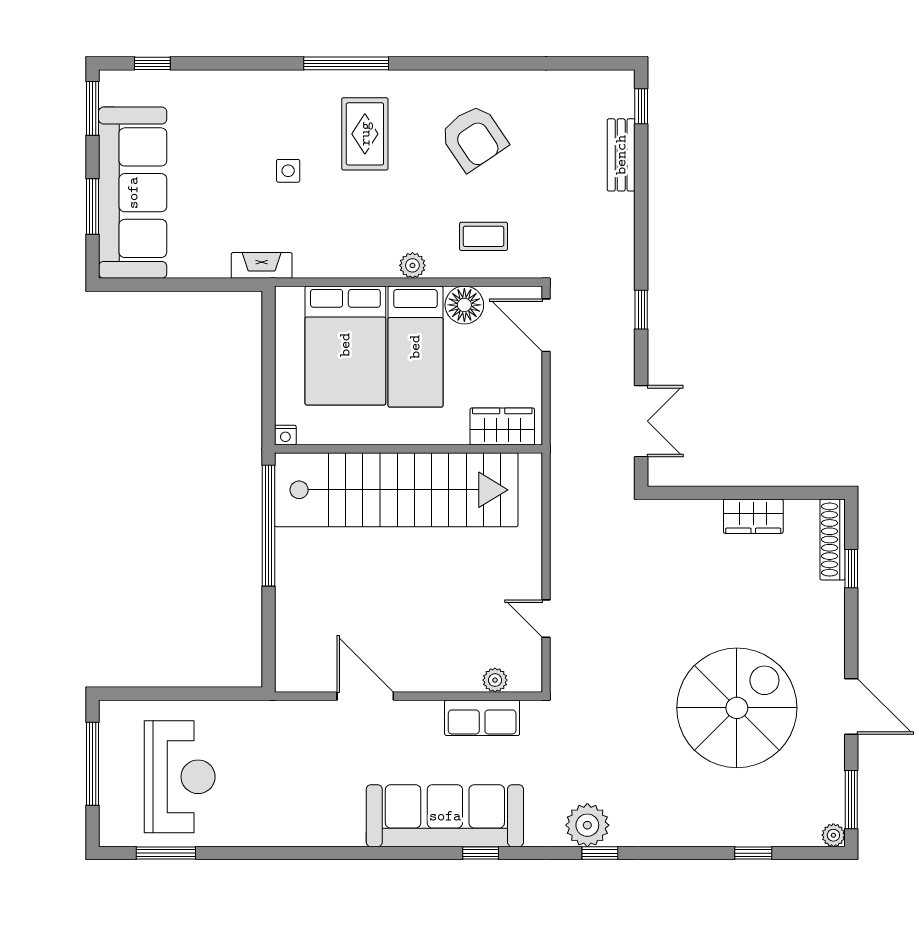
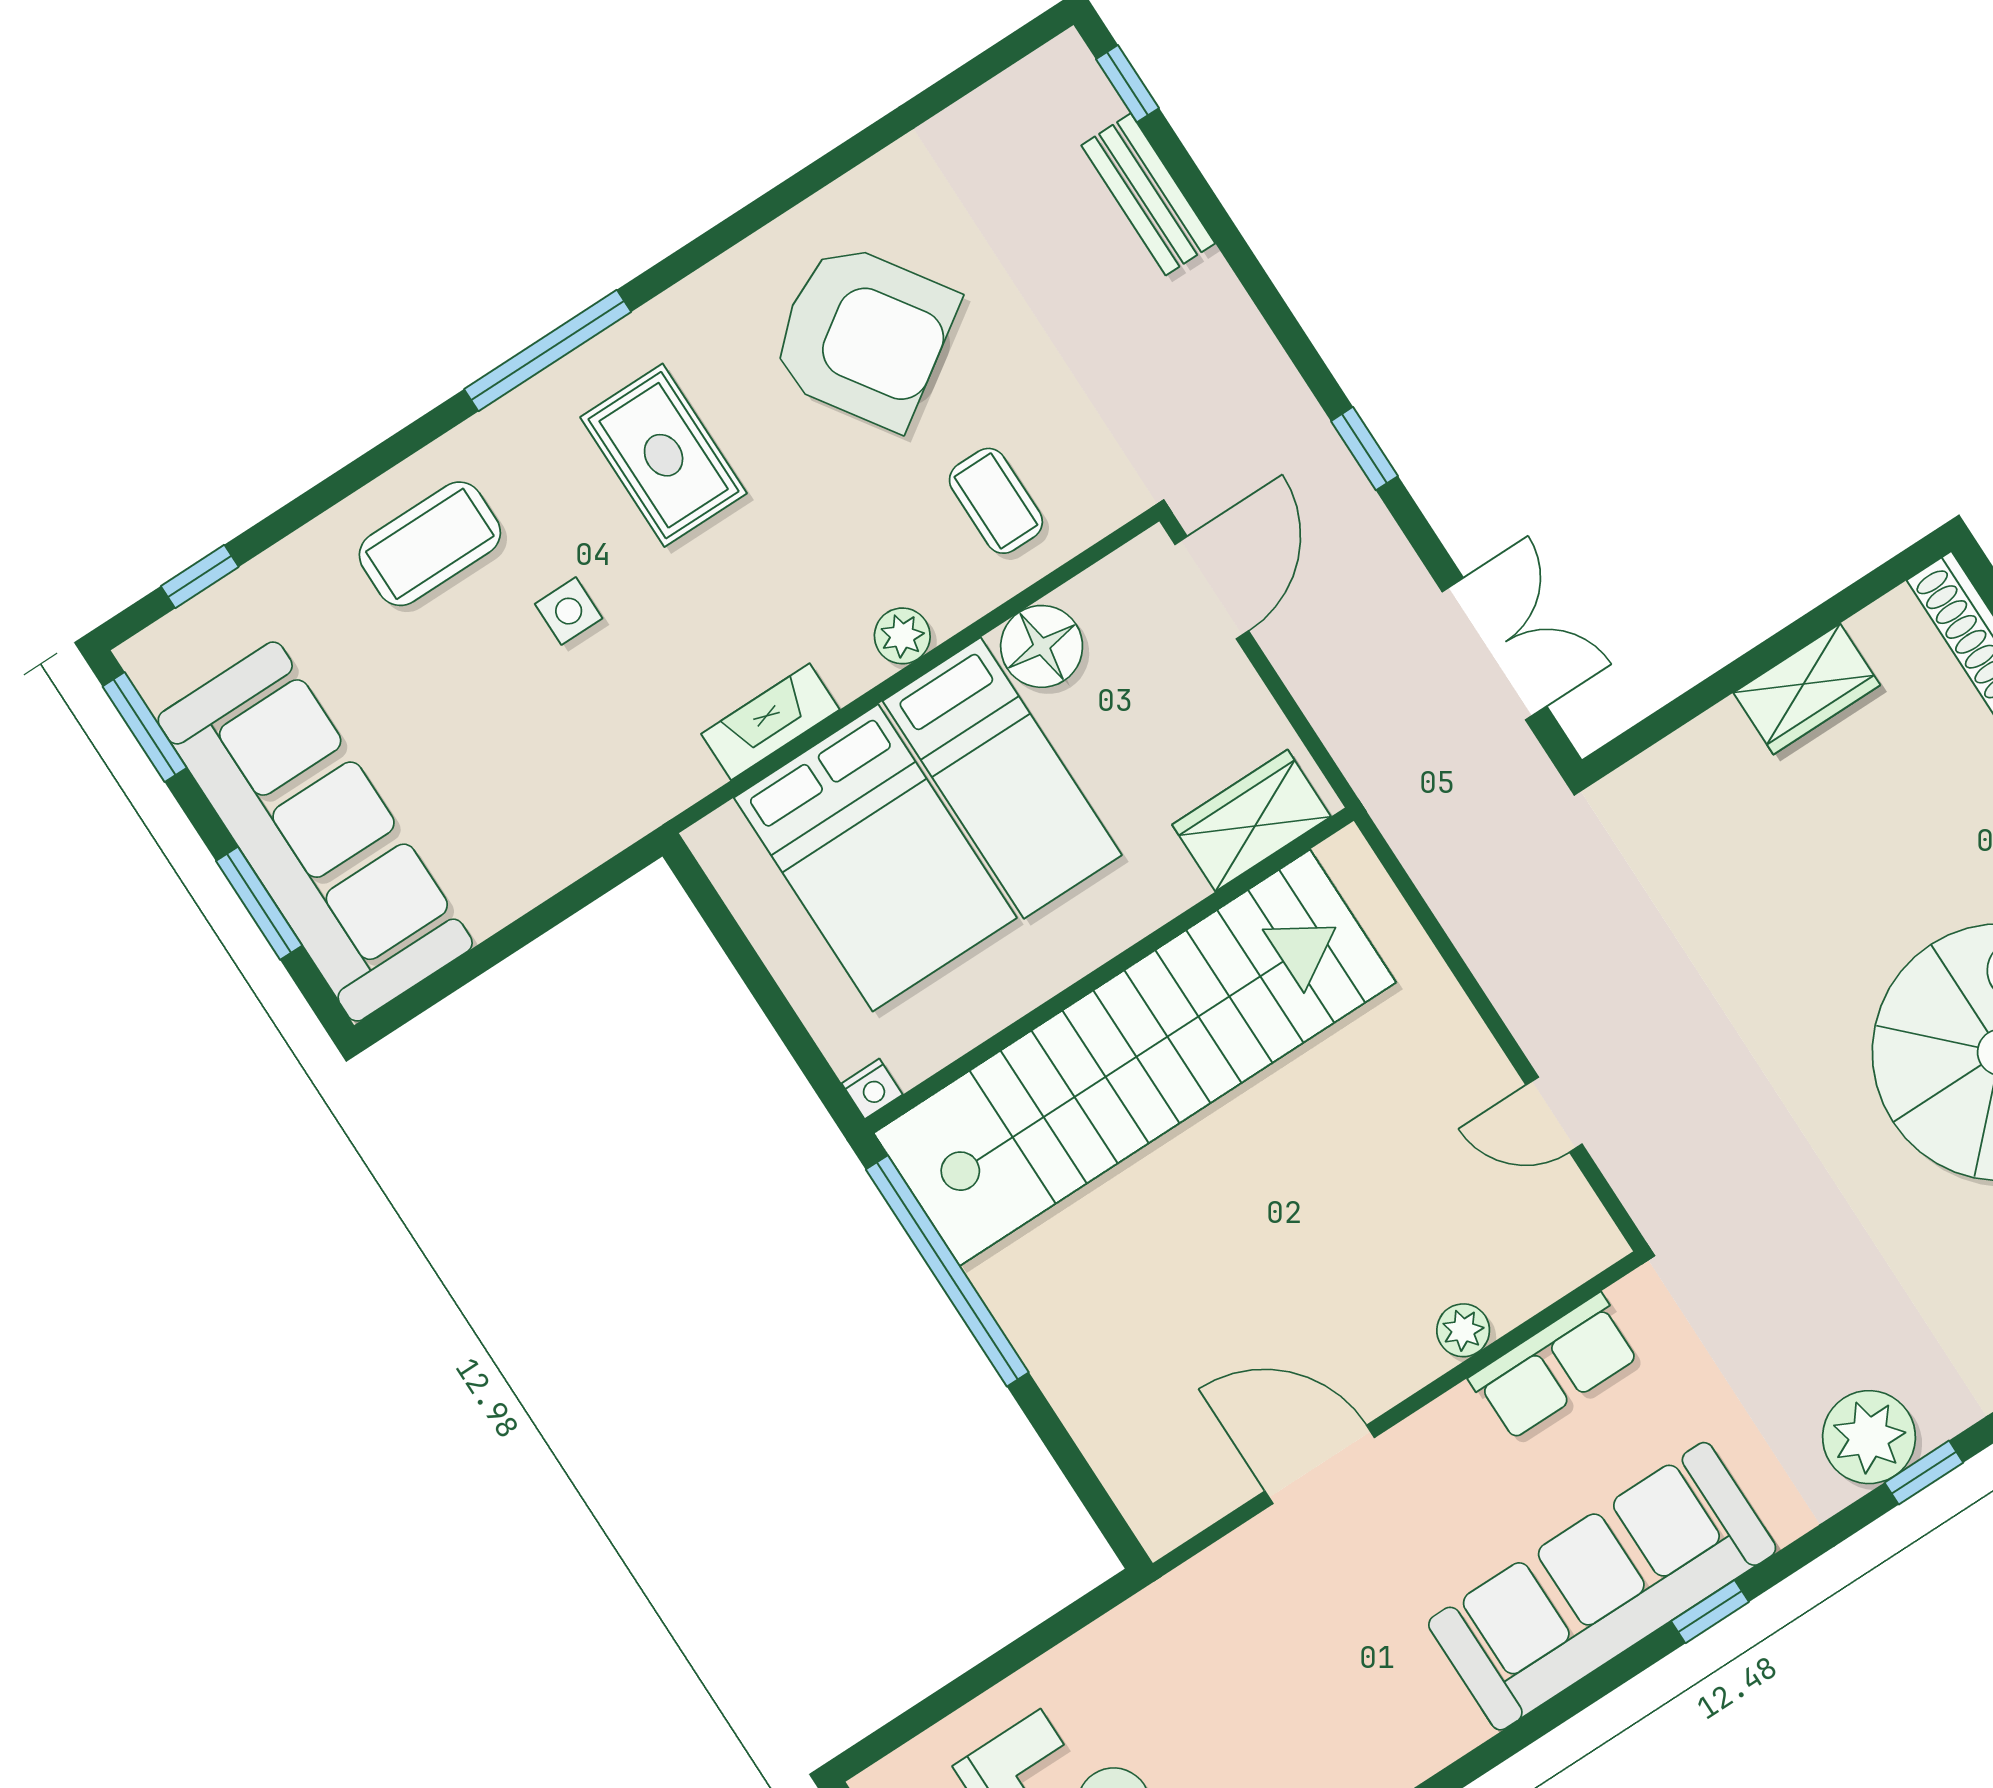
coffee table: (251, 109) -> (430, 544), added
armchair: (474, 138) -> (863, 335), width x1.36, depth x1.36
coffee table: (484, 236) -> (996, 501), turned 90
fireplace: (262, 265) -> (770, 722), moved
door: (546, 325) -> (1212, 588), swing flipped
plant: (495, 680) -> (1463, 1330), moved

